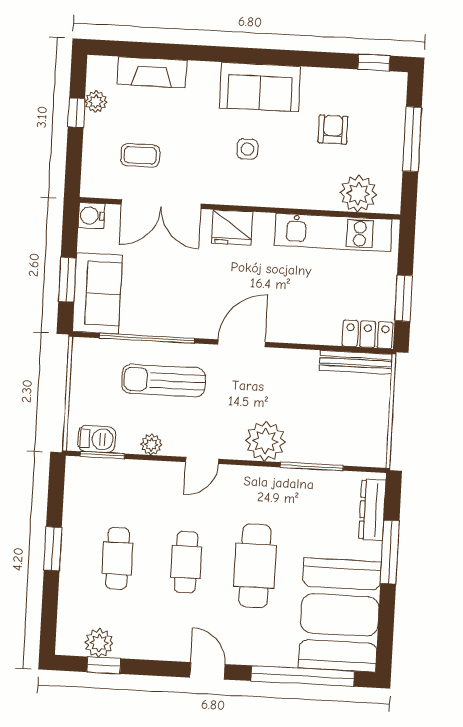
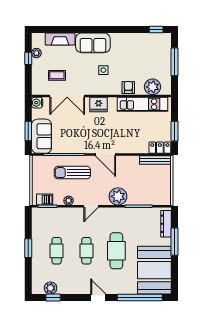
sofa: (260, 87) -> (93, 43), moved
armchair: (333, 130) -> (128, 88), moved
door: (242, 343) -> (105, 155), swing flipped

